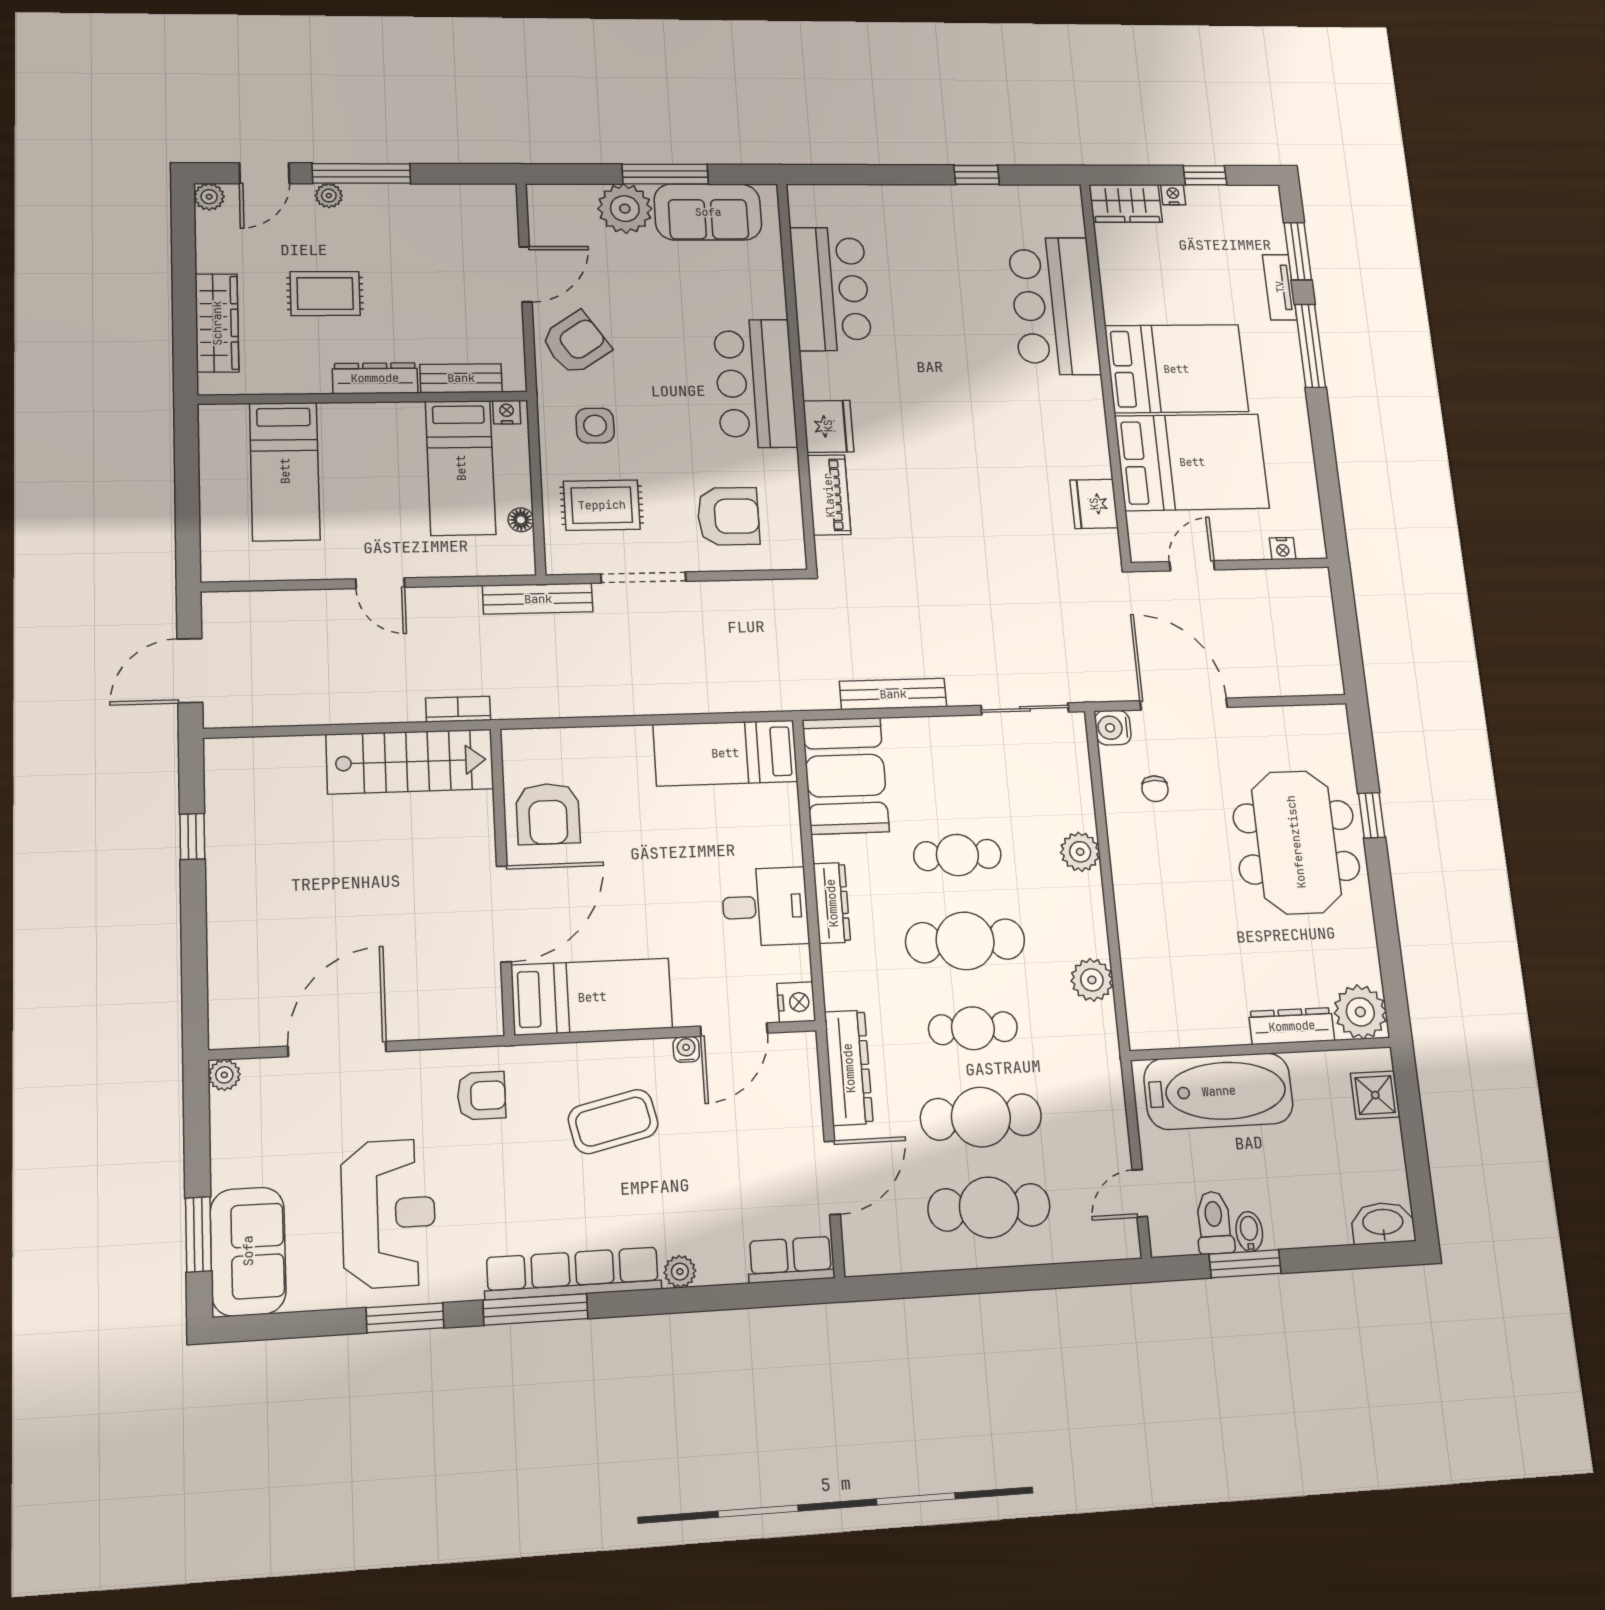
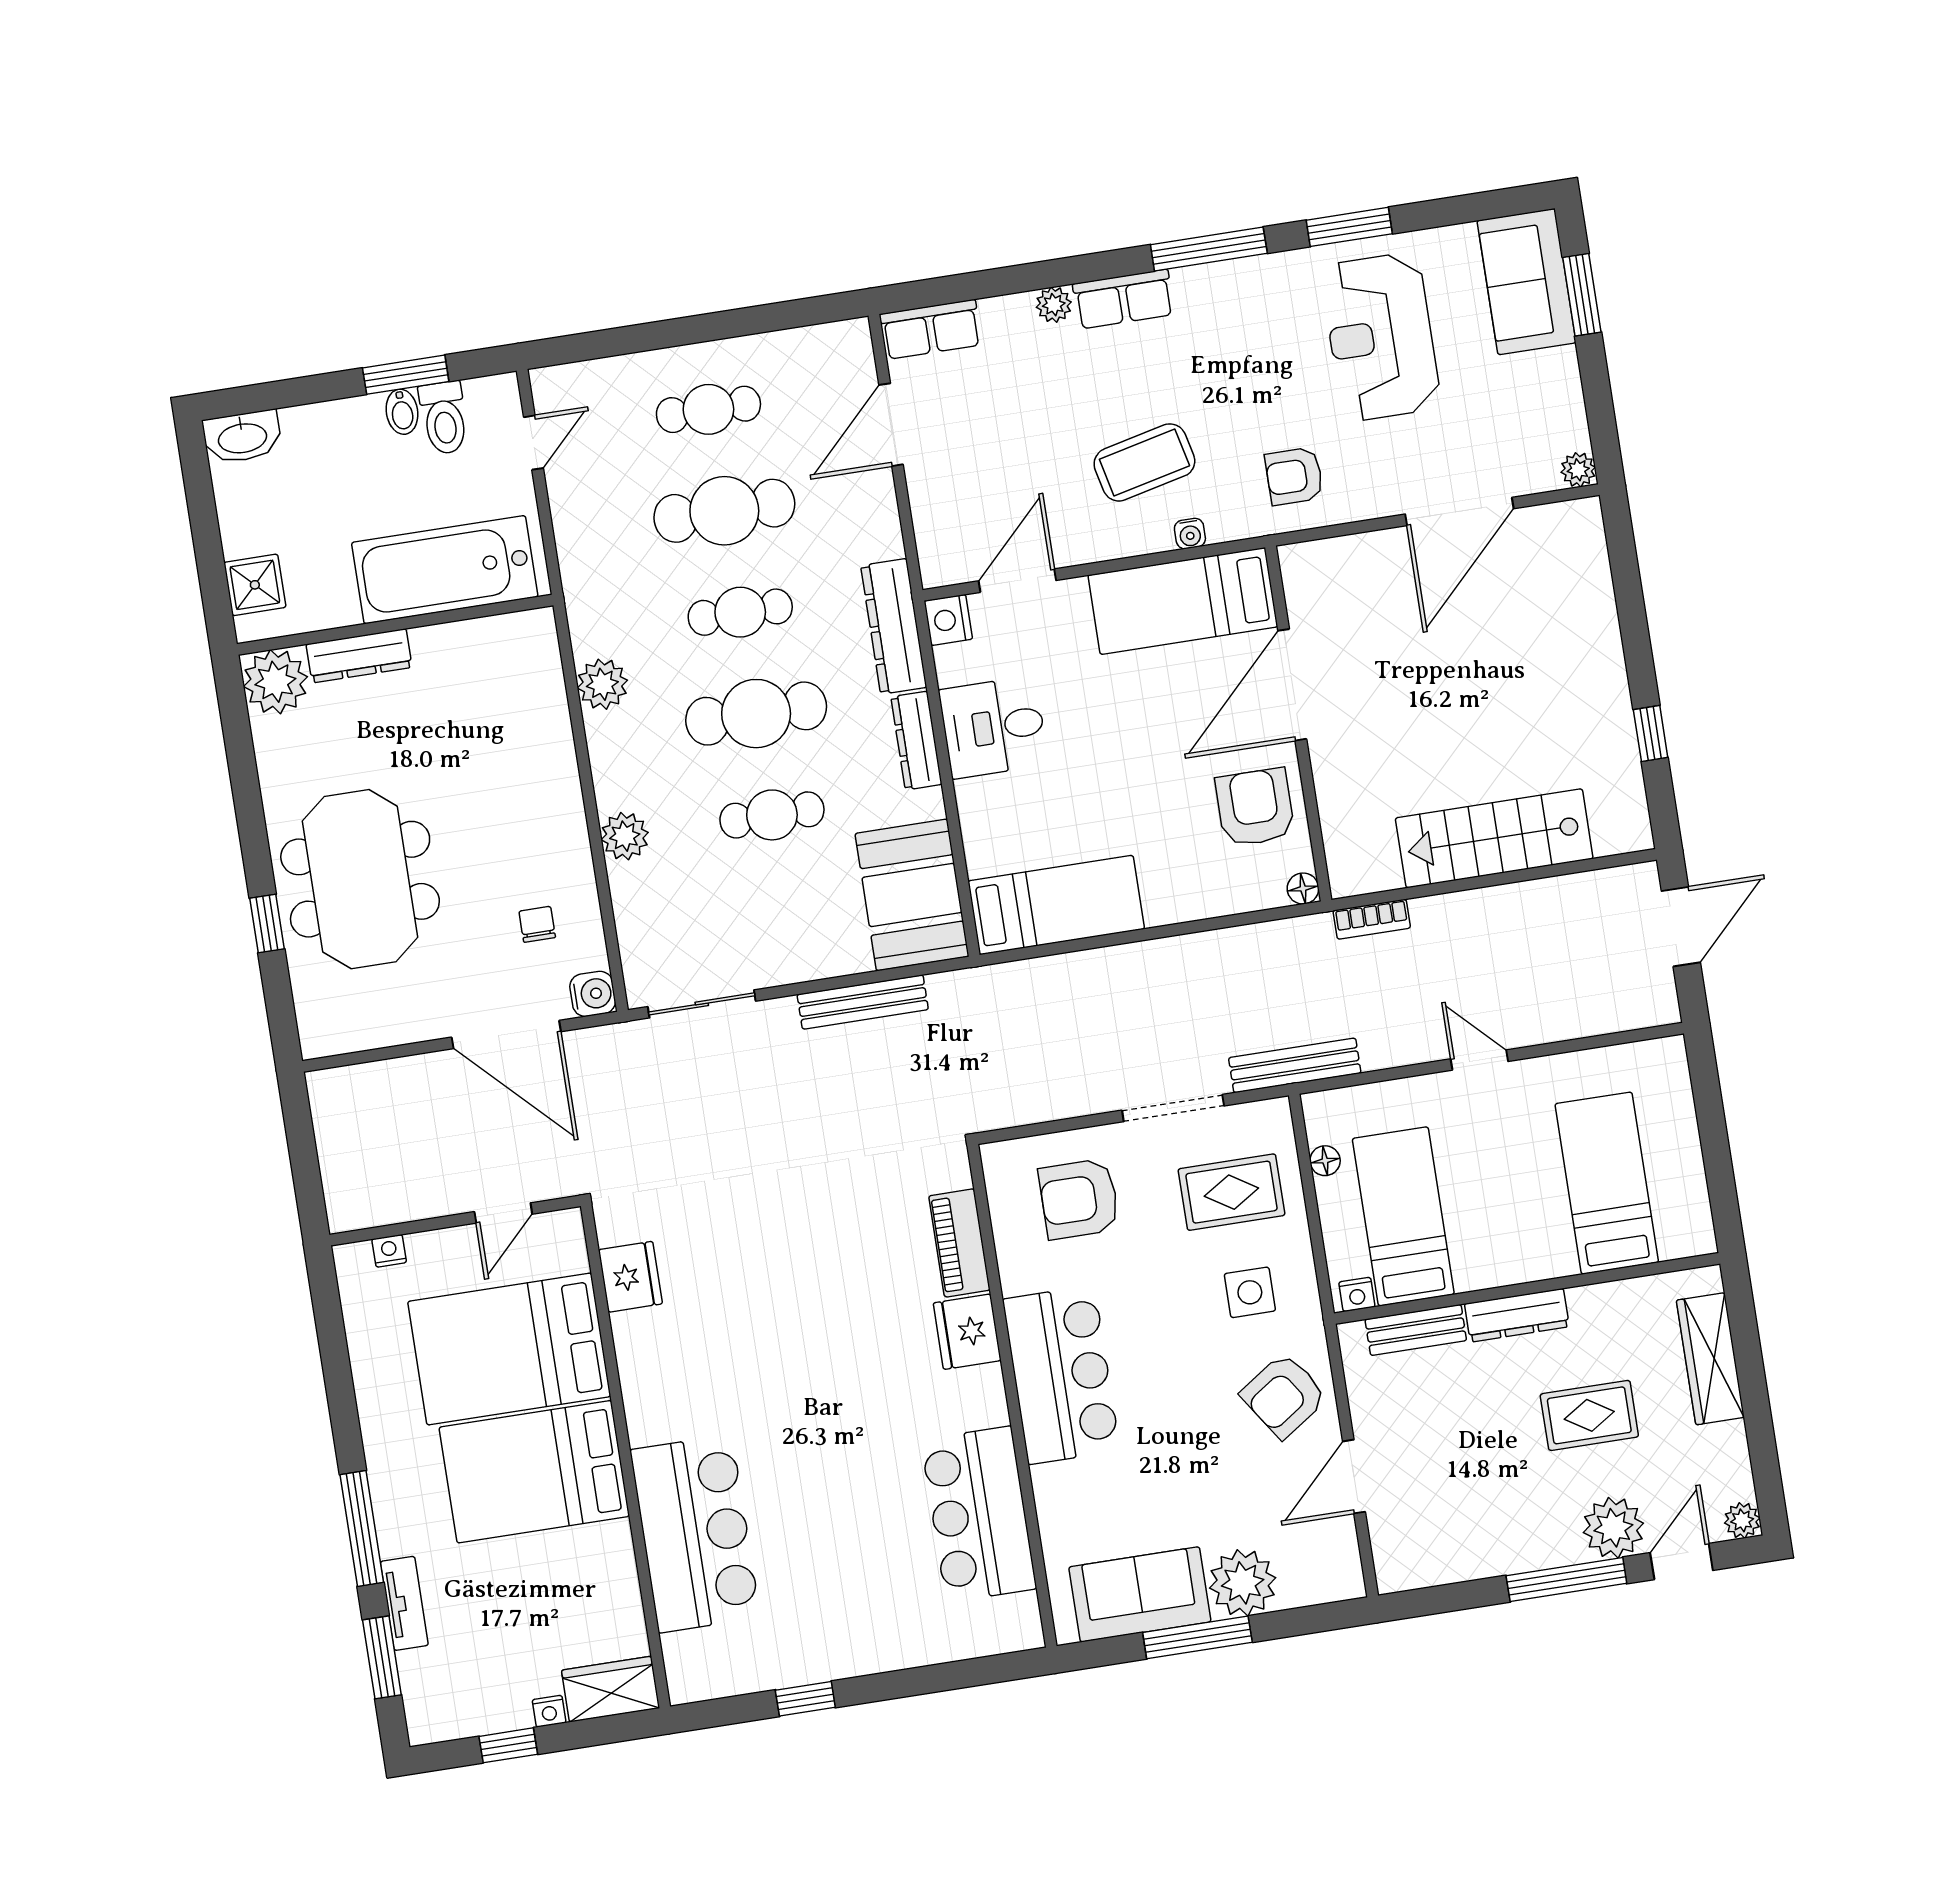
plant: (329, 196) -> (1613, 1528), width x1.88, depth x1.88
floor lamp: (514, 742) -> (1303, 889), added
stairs: (410, 762) -> (1494, 838), moved
water cooler: (686, 1049) -> (1190, 534), moved
dresser: (849, 1068) -> (894, 626), moved
cafe table: (989, 1207) -> (708, 409), width x0.73, depth x0.74
row of seats: (573, 1273) -> (1123, 299), width x0.50

